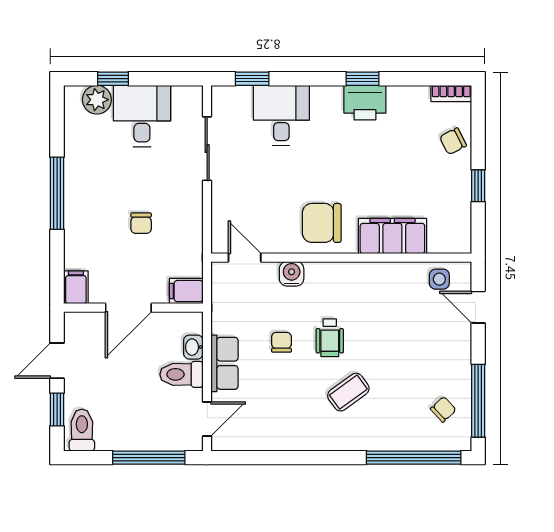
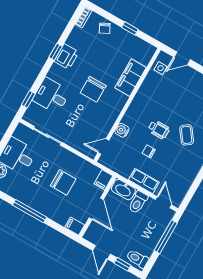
chair: (141, 223) -> (63, 182), width x1.87, depth x1.87
chair: (322, 223) -> (93, 89), moved
washbasin: (193, 347) -> (123, 190), width x1.91, depth x1.45

